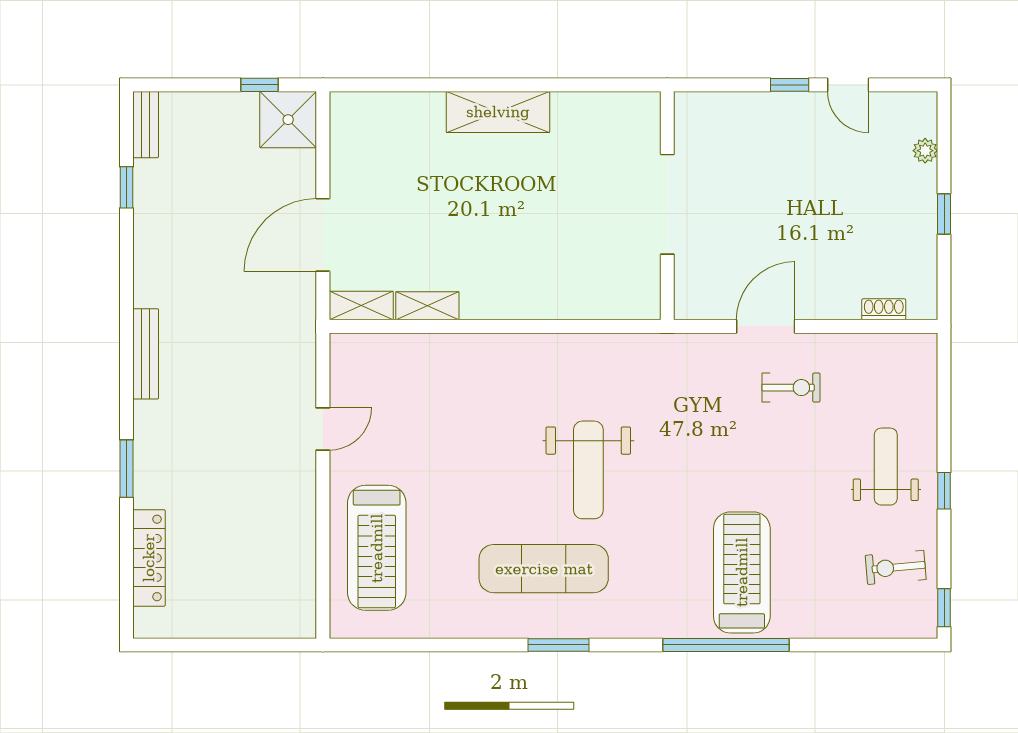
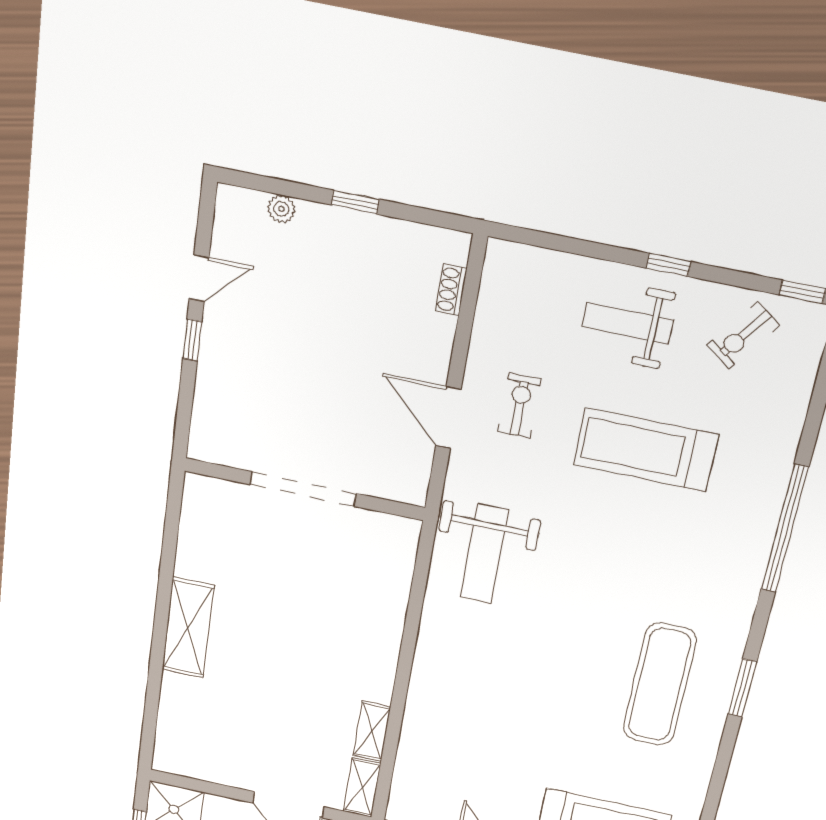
weight bench: (588, 470) -> (484, 554), moved, turned 90
exercise bike: (896, 567) -> (743, 335), turned 41
treadmill: (742, 572) -> (646, 450), moved

